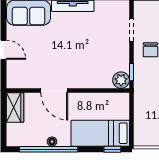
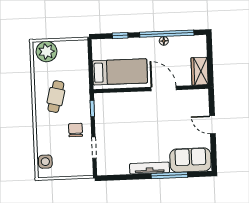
plant: (121, 80) -> (102, 101), removed
bed: (100, 133) -> (120, 72), moved
window: (112, 149) -> (120, 36), moved

